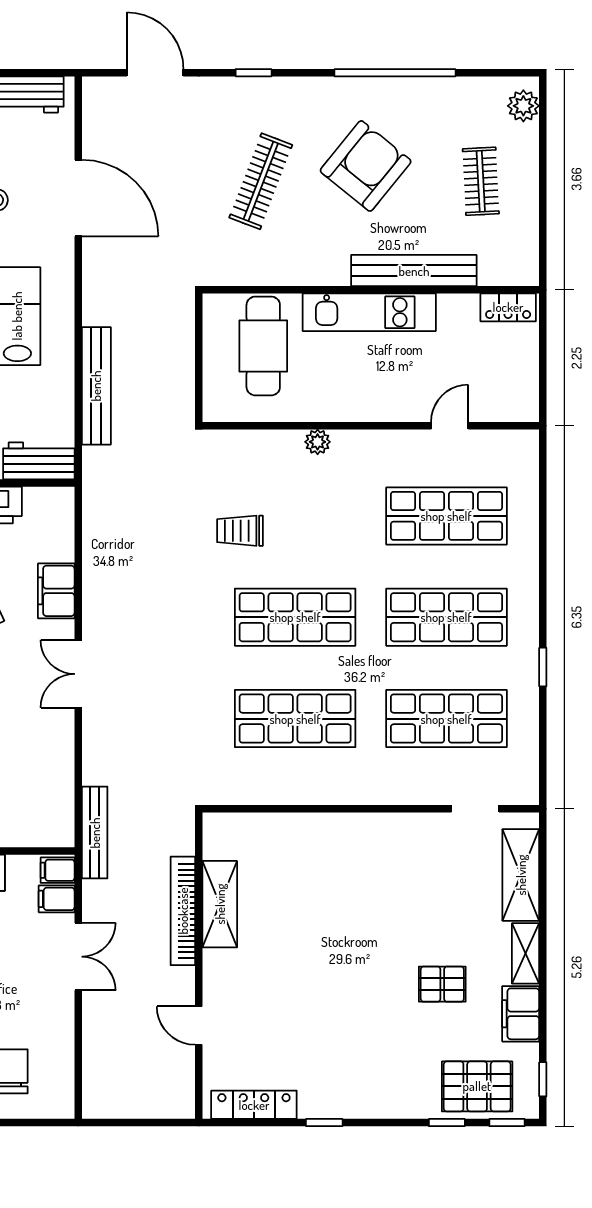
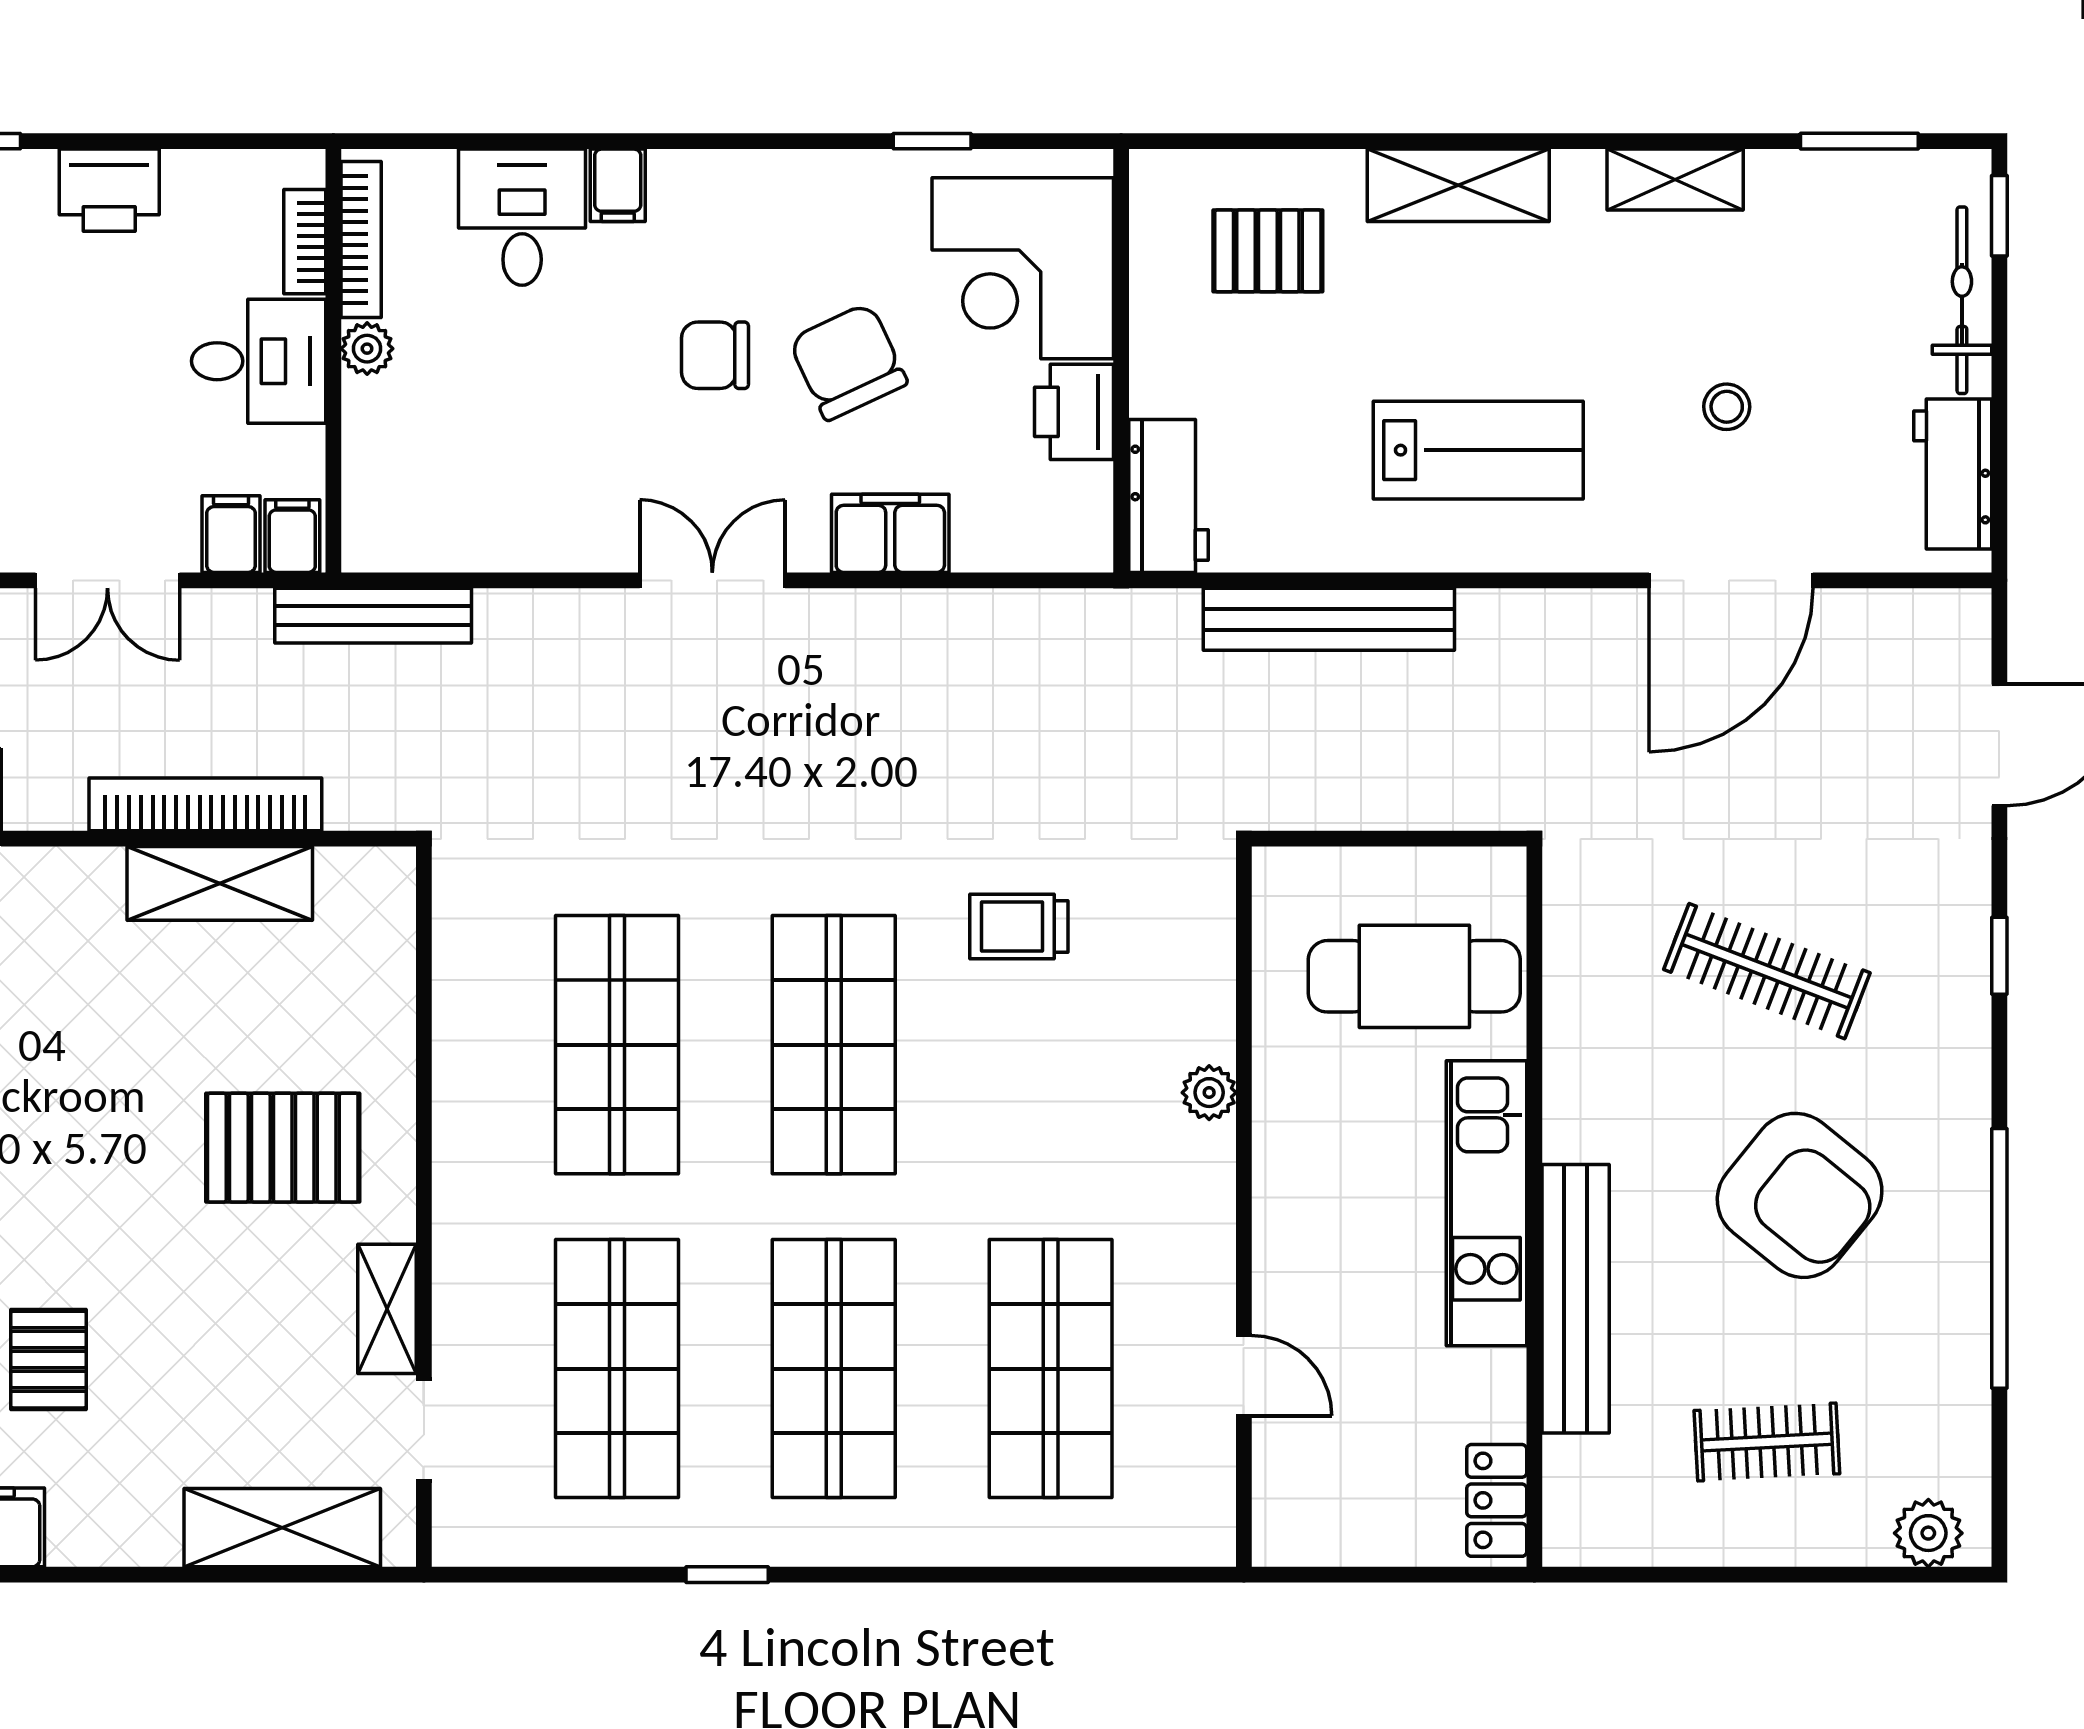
trolley: (240, 531) -> (1019, 926), turned -90
pallet: (343, 875) -> (283, 1148), added
shelving: (526, 953) -> (387, 1309), moved, turned 90

